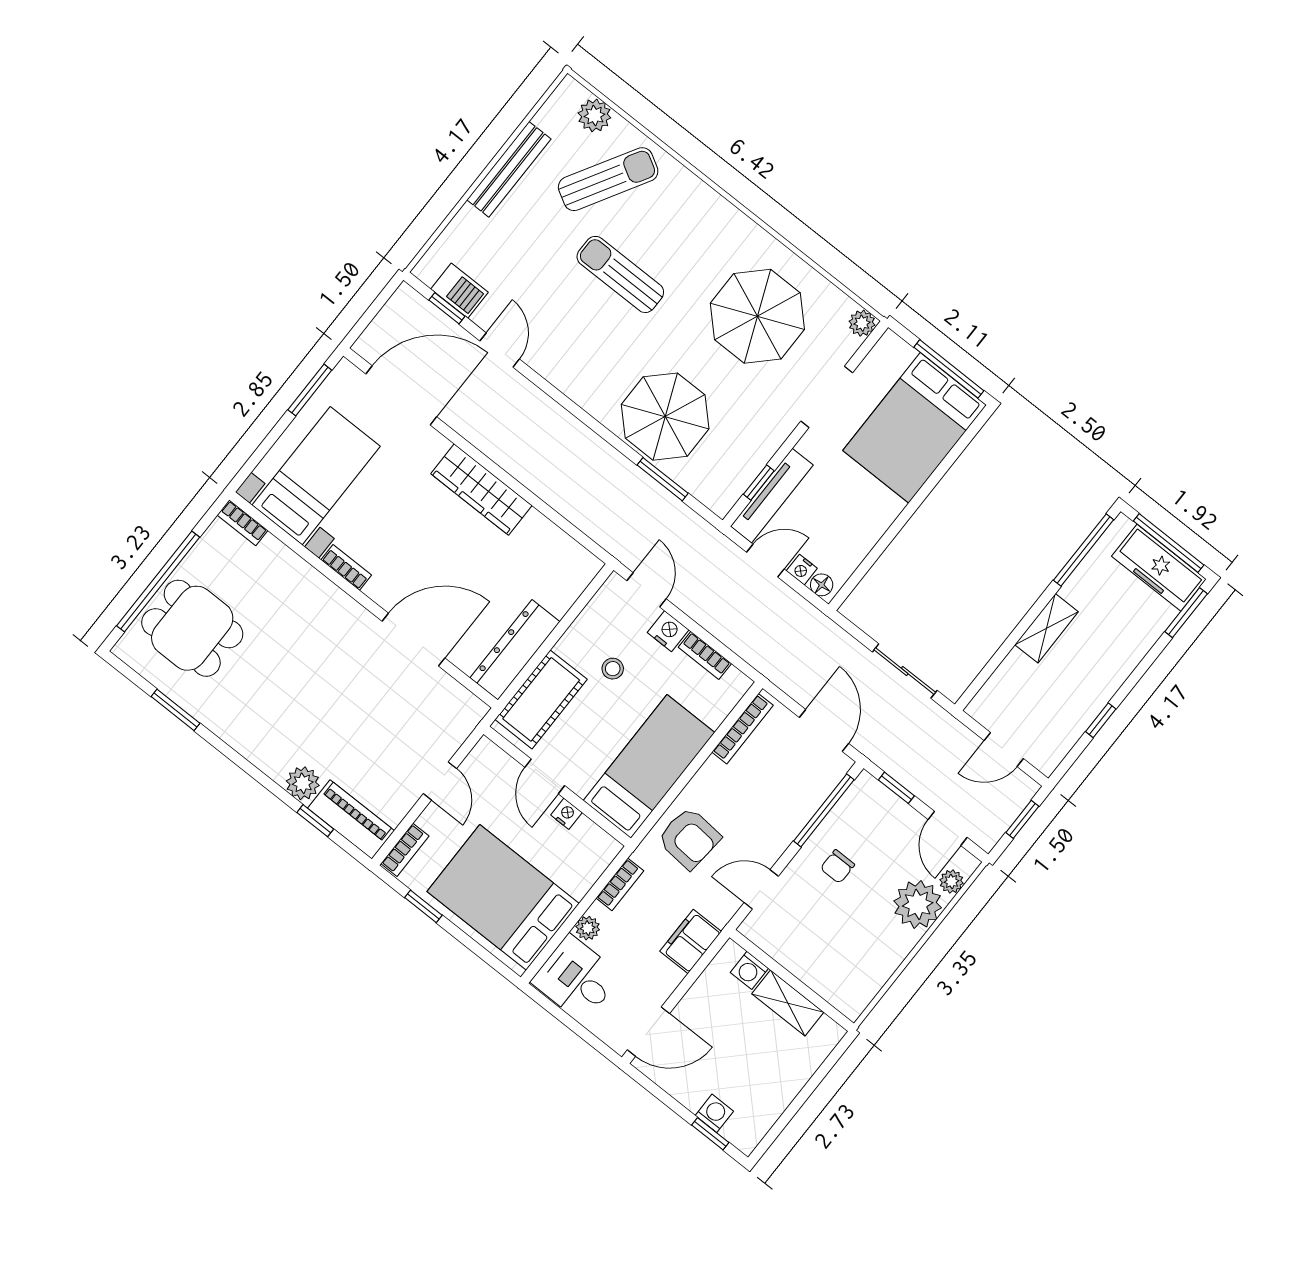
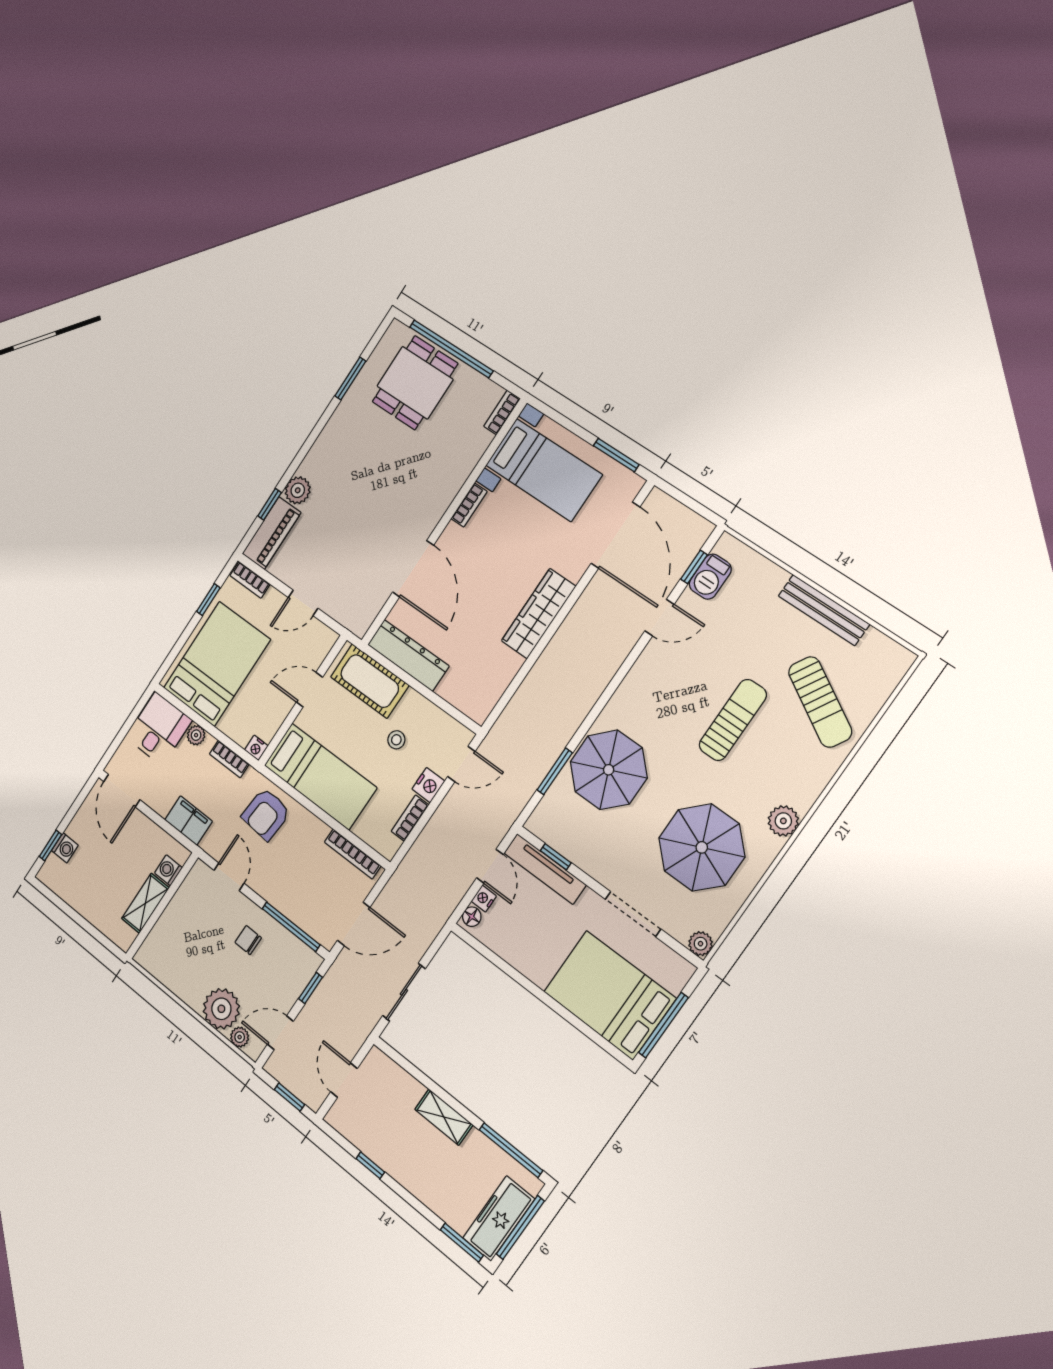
plant: (594, 115) -> (783, 821), moved
nightstand: (566, 814) -> (256, 748), moved, turned 90

